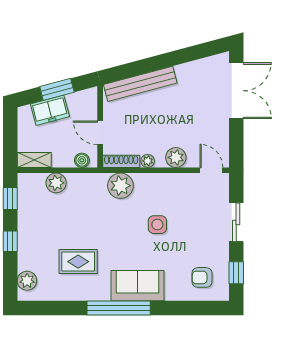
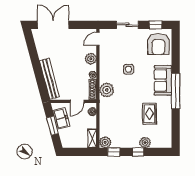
freezer: (50, 110) -> (61, 118), moved
plant: (56, 183) -> (105, 142), moved
armchair: (202, 277) -> (158, 44), width x1.88, depth x1.88
plant: (27, 281) -> (145, 143), moved

